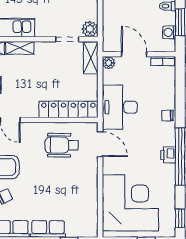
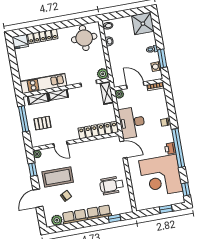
wheelchair: (62, 145) -> (112, 185), moved
corner desk: (130, 203) -> (161, 176), moved, turned 180

